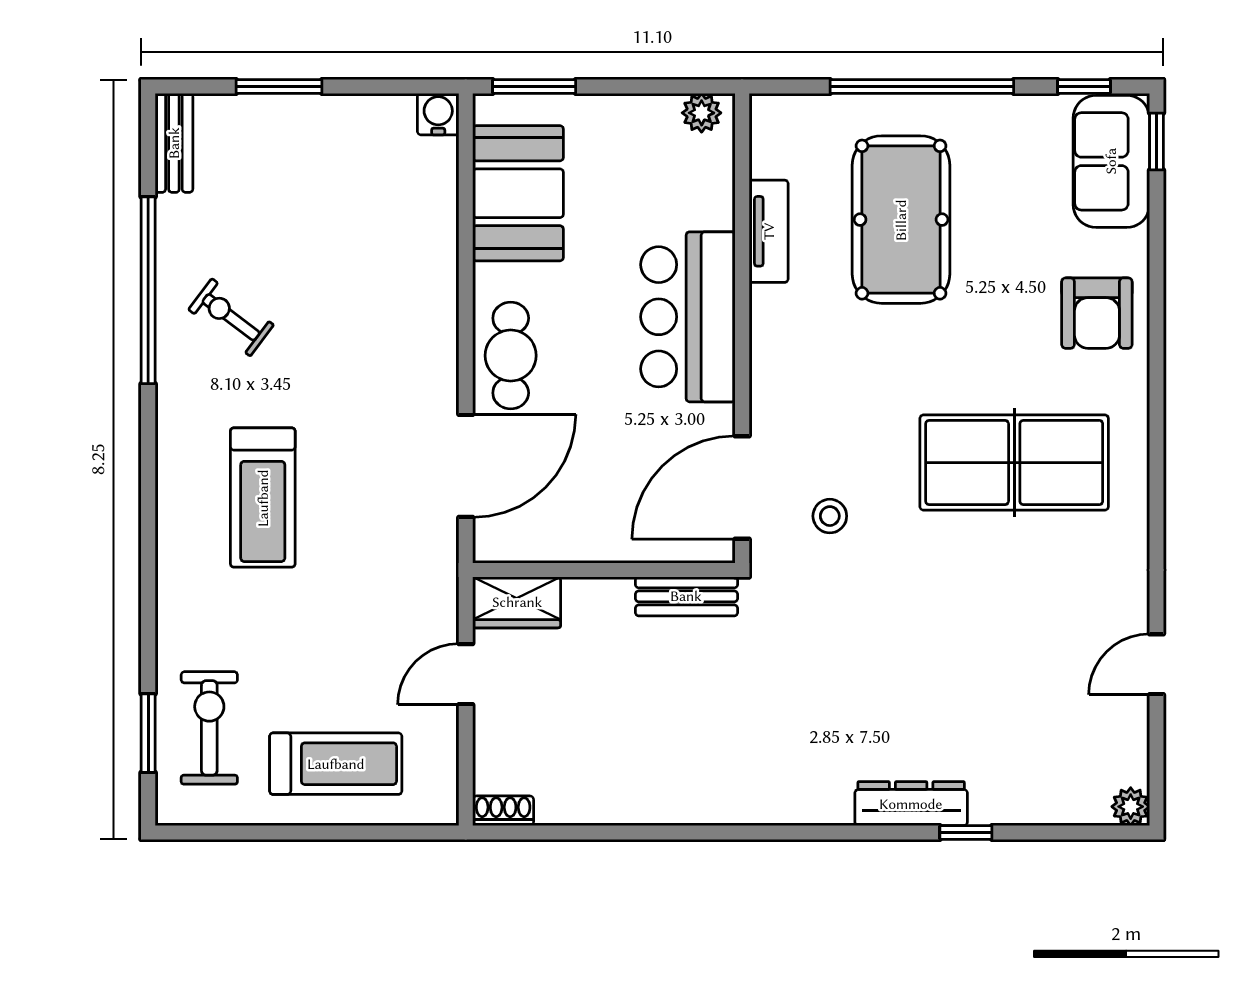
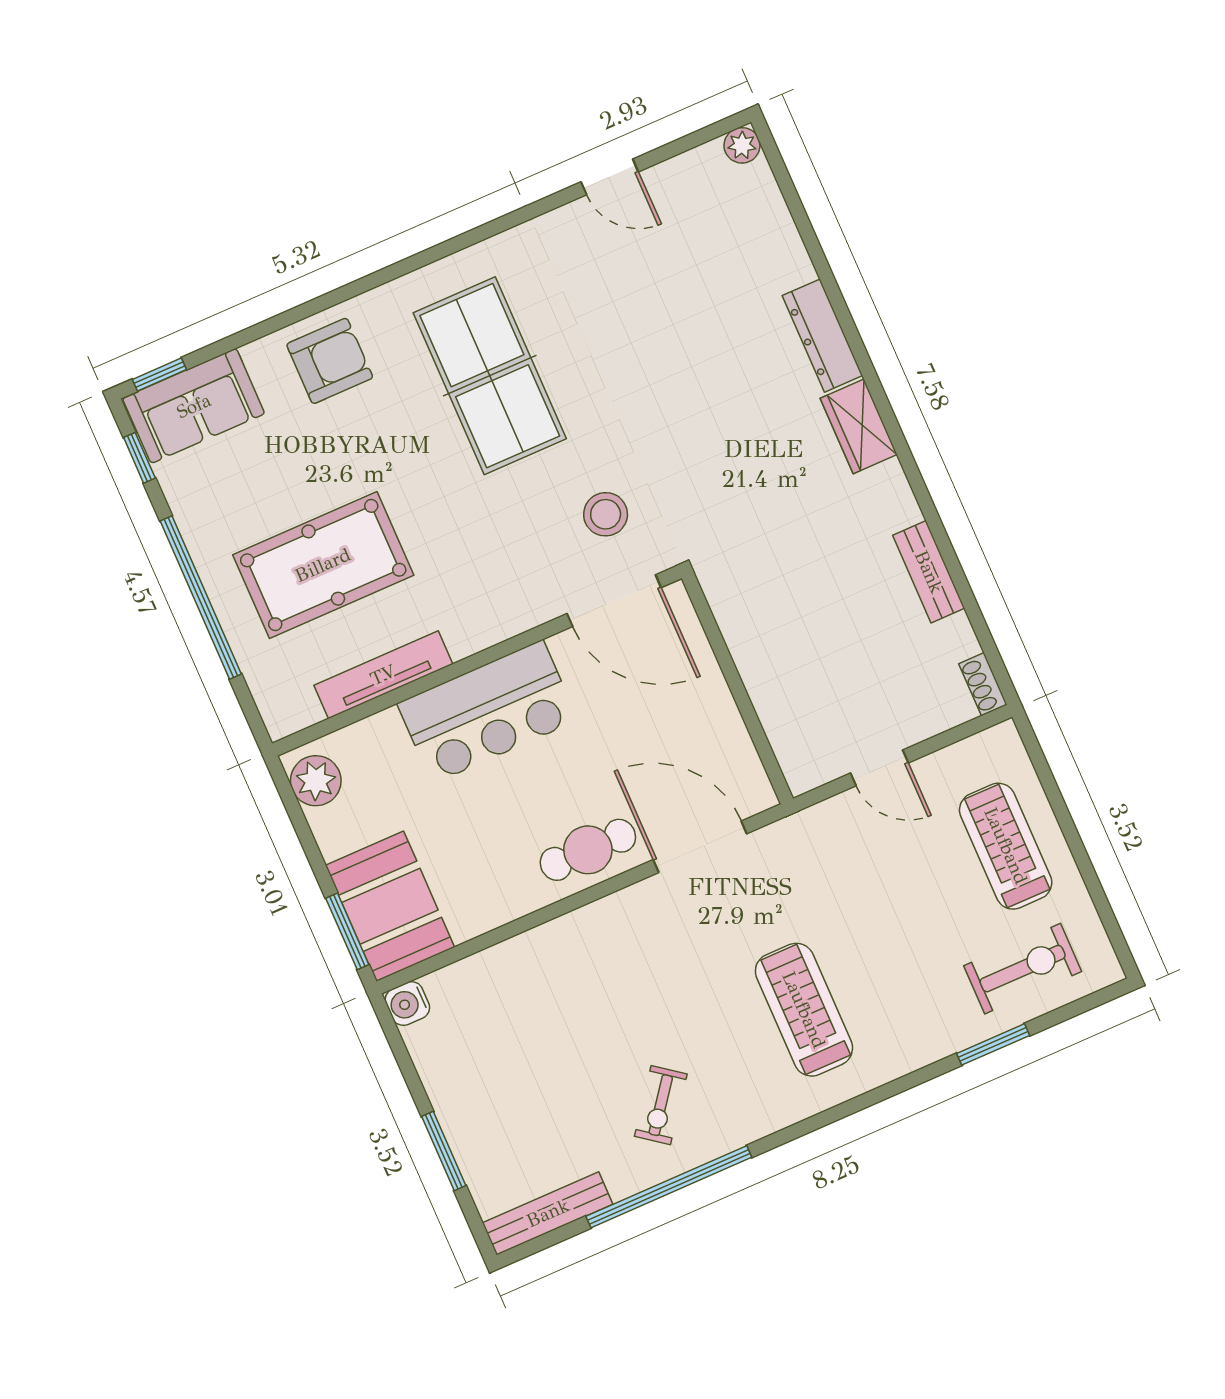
plant: (702, 113) -> (316, 781), width x1.38, depth x1.38
bench: (174, 143) -> (548, 1213), width x1.36
booth: (518, 193) -> (390, 906), moved, turned 90
tv unit: (769, 231) -> (383, 675), width x1.41
treadmill: (263, 498) -> (804, 1010), turned -90
stool: (830, 516) -> (606, 514), width x1.37, depth x1.37
bench: (686, 596) -> (929, 572), moved
wardrobe: (517, 602) -> (859, 426), moved, turned 180
exercise bike: (209, 728) -> (1023, 969), turned 180
window: (148, 733) -> (993, 1044), moved
window: (966, 832) -> (827, 277), removed

